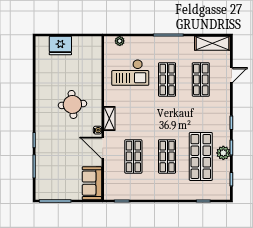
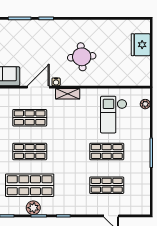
shelving: (212, 43) -> (143, 197), removed

